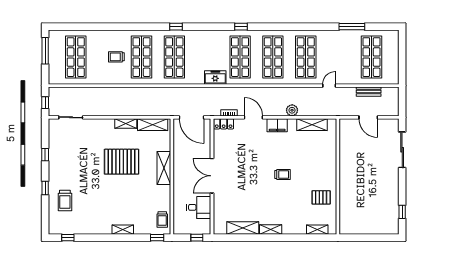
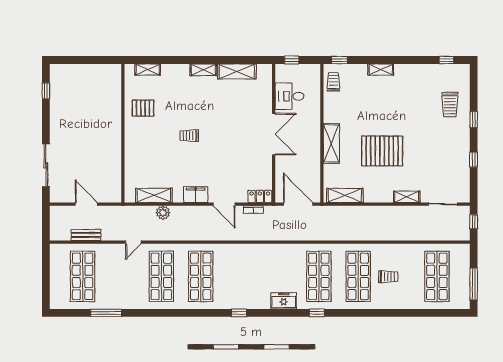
shop shelf: (240, 57) -> (240, 276), removed
freezer: (215, 77) -> (284, 301), moved, turned 180
plant: (292, 110) -> (163, 213), moved
shelving: (126, 123) -> (407, 197), moved
trolley: (65, 201) -> (450, 104), turned 180

